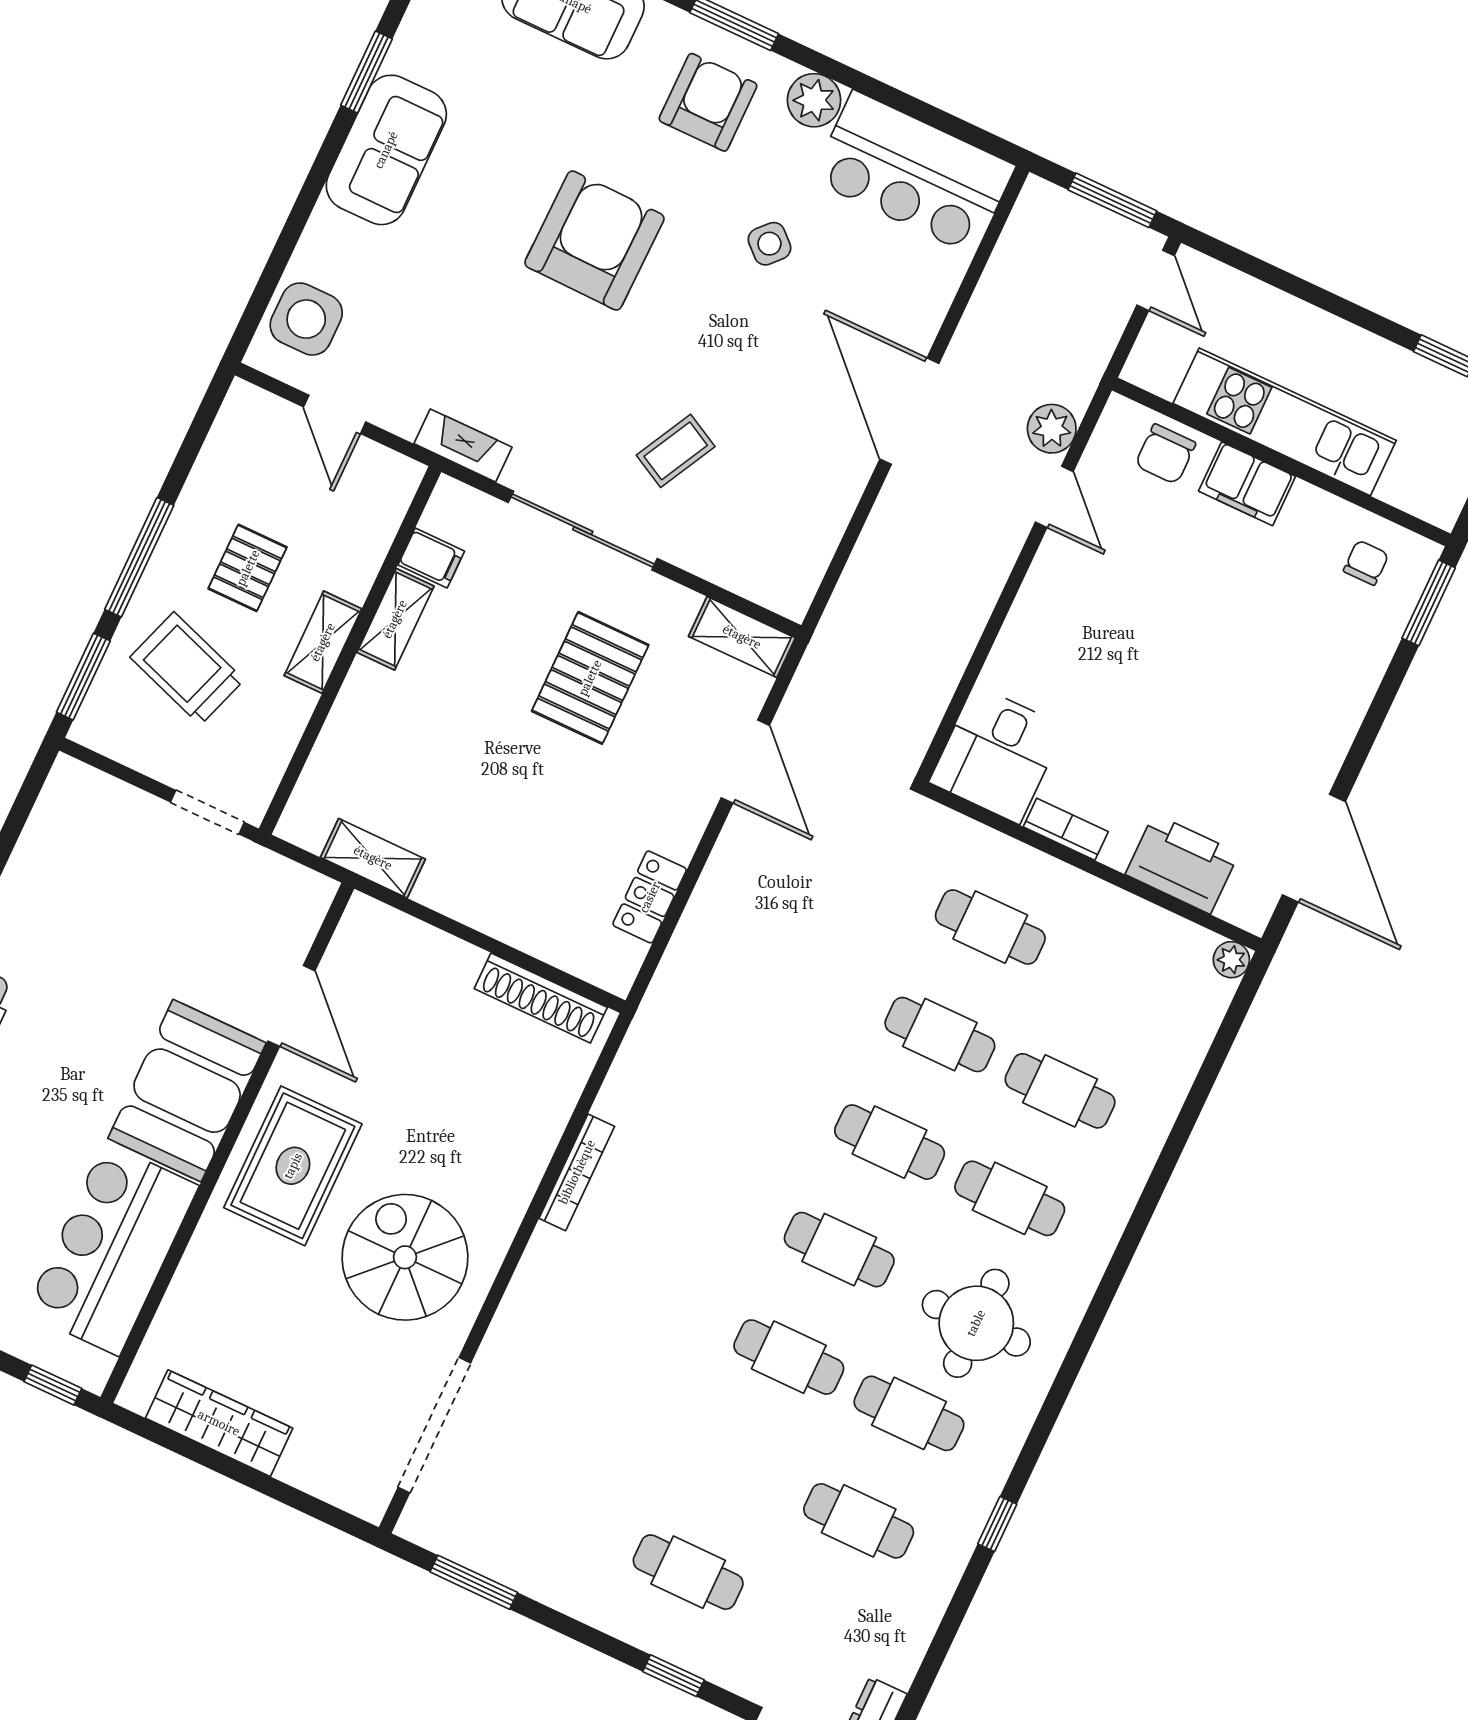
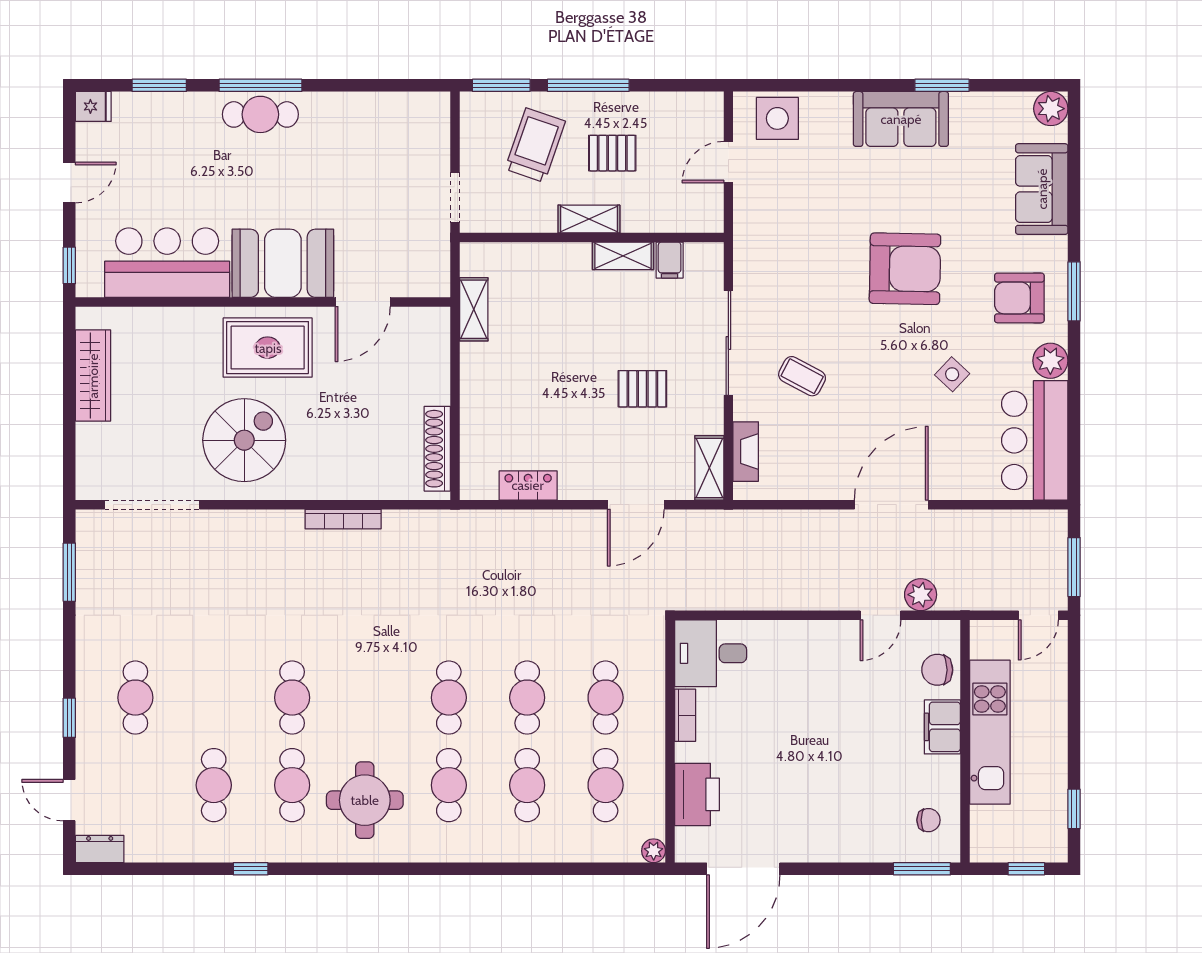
armchair: (708, 102) -> (1019, 298), turned 180
fireplace: (463, 445) -> (746, 452), moved
pallet: (590, 678) -> (642, 389), width x0.67, depth x0.71
cafe table: (839, 1250) -> (606, 785), moved

